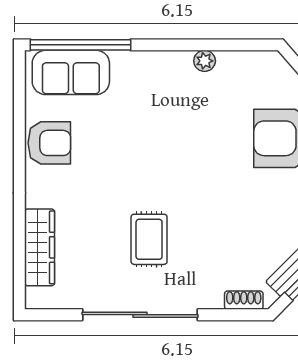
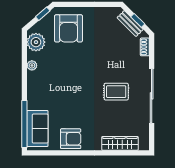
plant: (254, 69) -> (36, 42), added
armchair: (49, 143) -> (71, 139), turned 90

